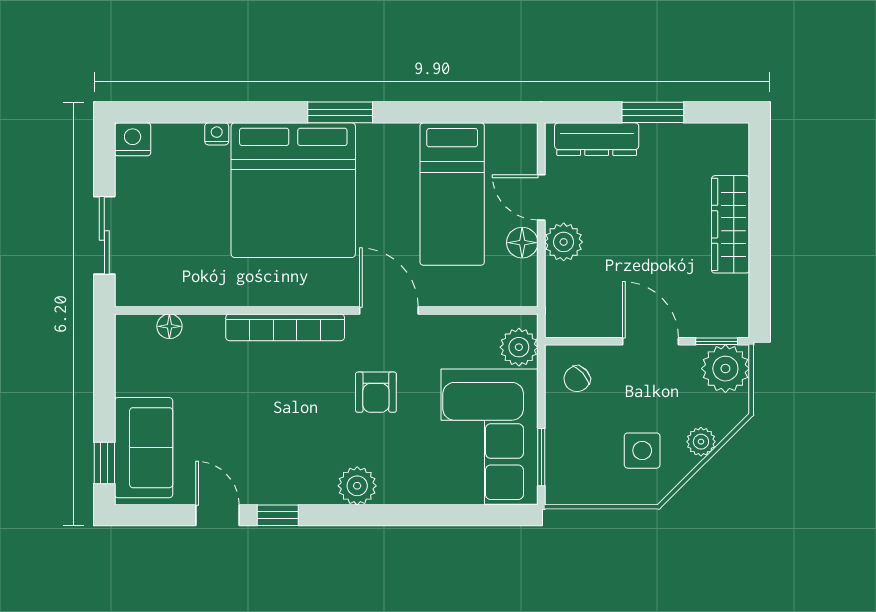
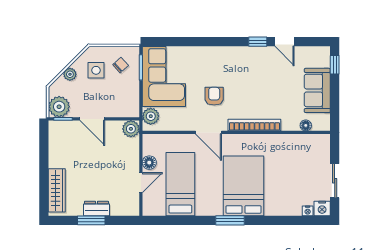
nightstand: (217, 134) -> (308, 211), moved
dresser: (597, 139) -> (96, 208), moved, width x0.70
bed: (293, 190) -> (243, 186), width x0.73
door: (541, 197) -> (141, 183), hinge flipped
wardrobe: (730, 224) -> (57, 190), moved
sliding door: (104, 235) -> (335, 181), moved
plant: (564, 242) -> (131, 129), moved
chair: (577, 379) -> (121, 65), moved
sofa: (144, 448) -> (317, 90), moved
plant: (357, 486) -> (222, 55), removed

